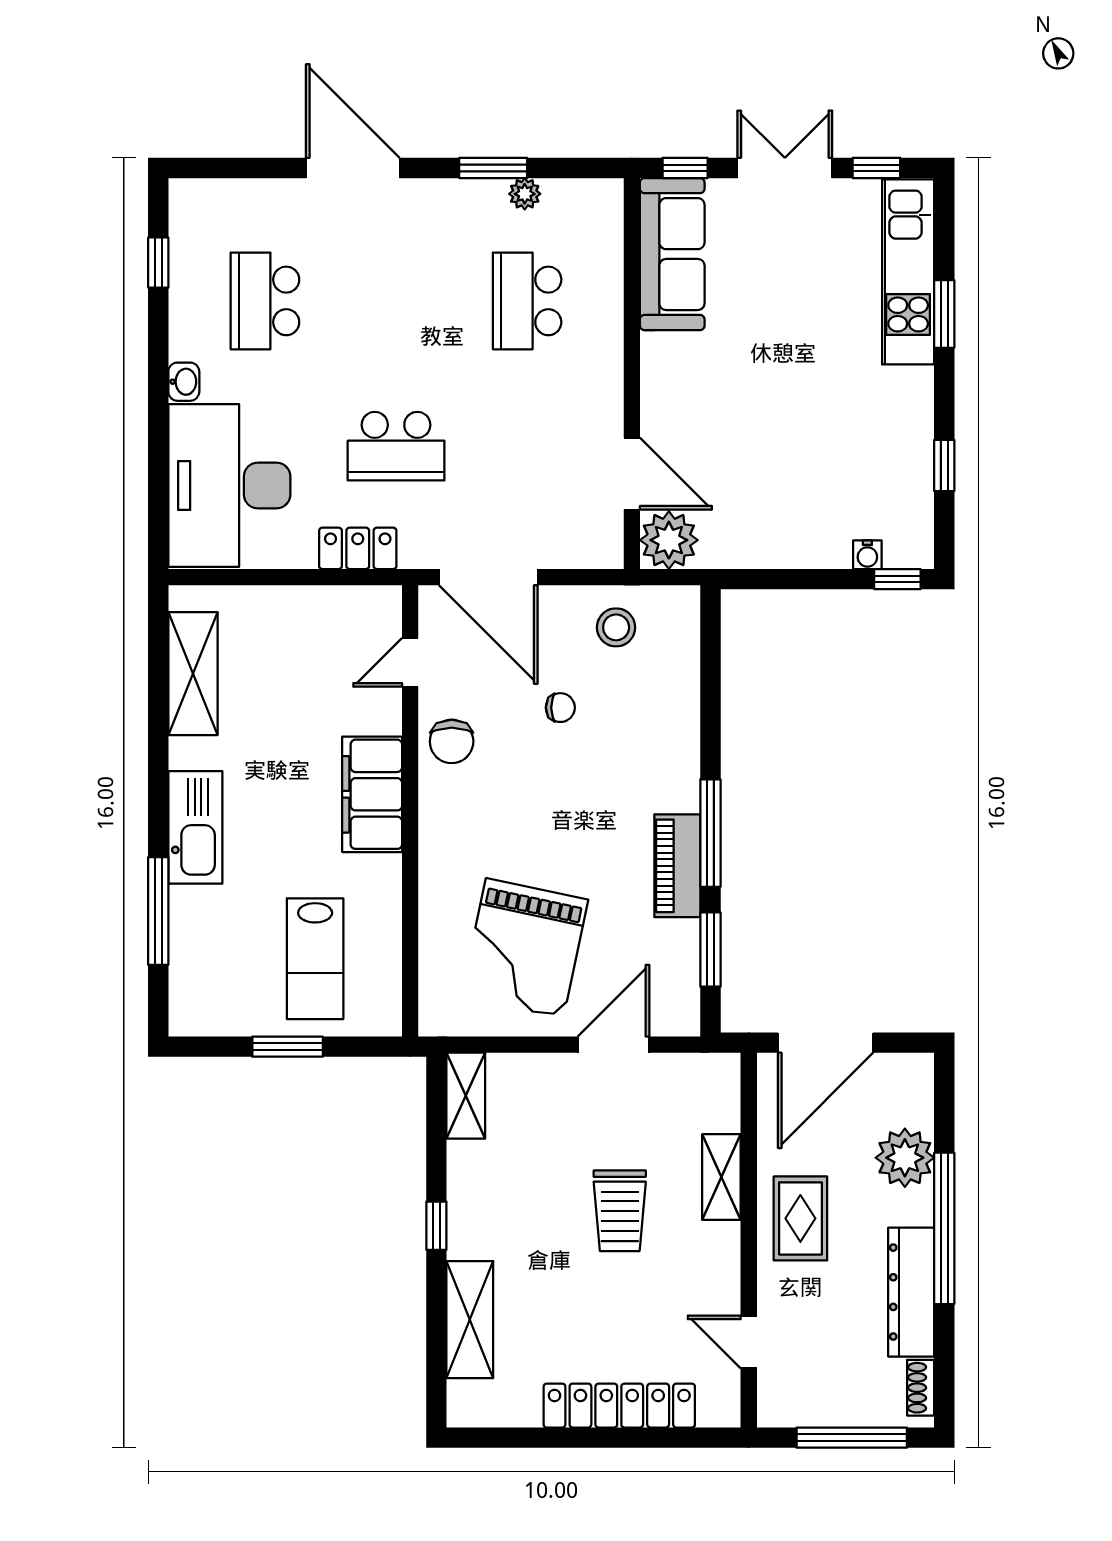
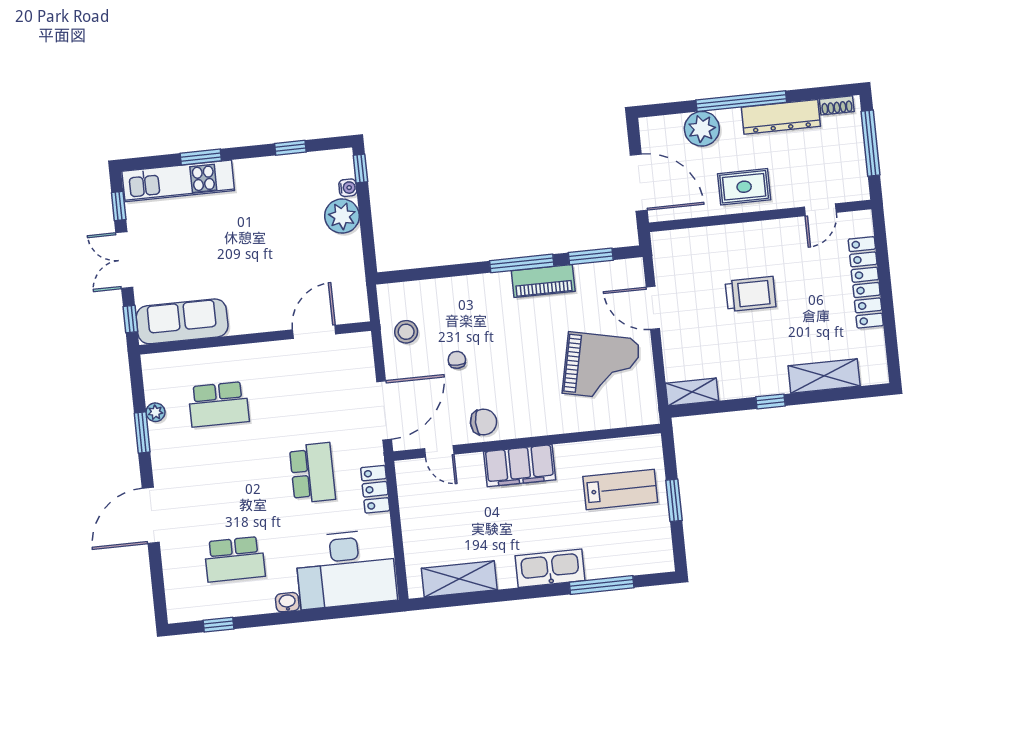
plant: (669, 540) -> (342, 216), moved
shelving: (721, 1177) -> (724, 236), removed

